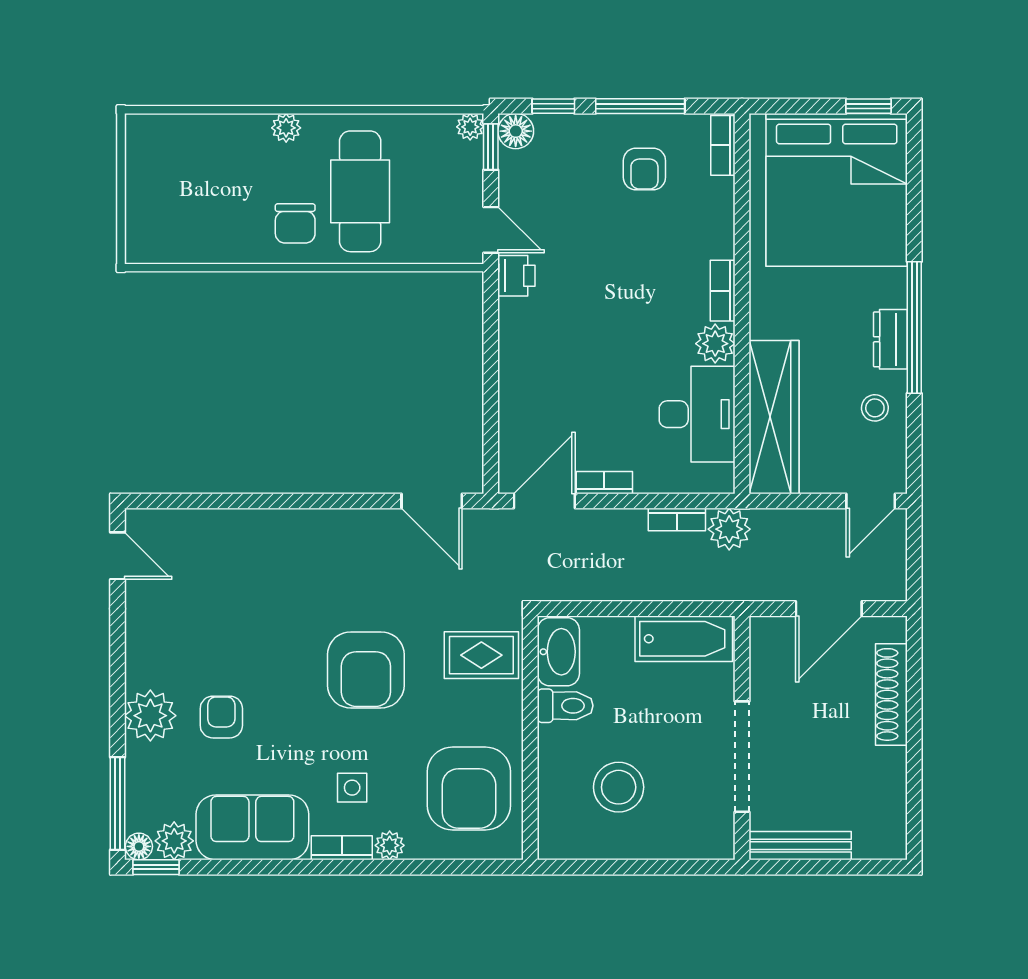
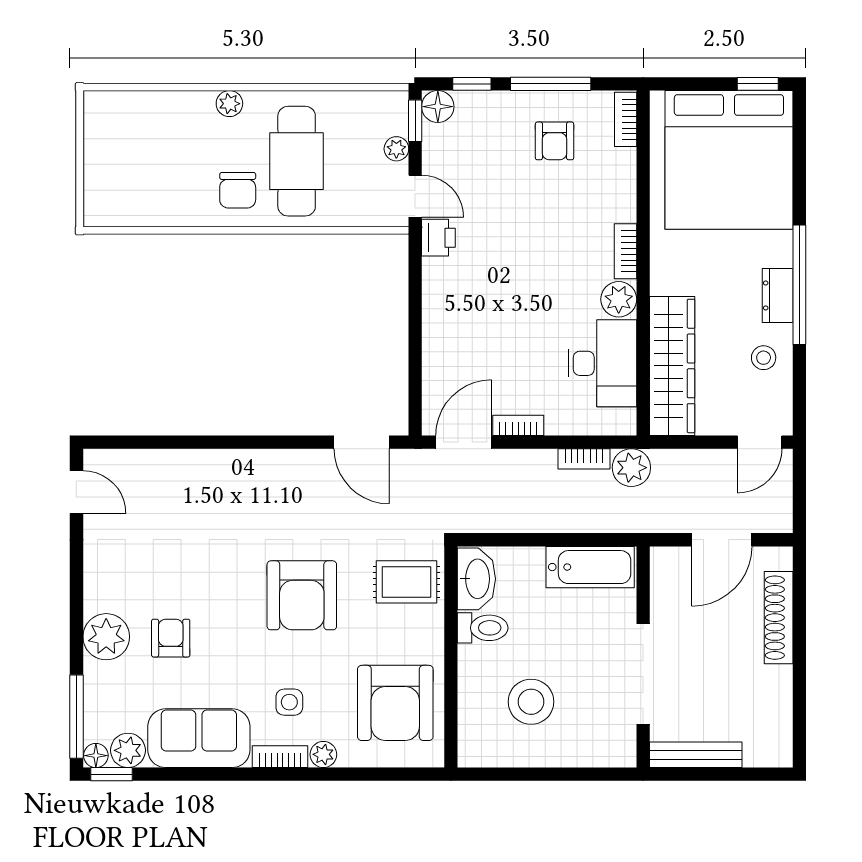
plant: (470, 127) -> (396, 149), moved

